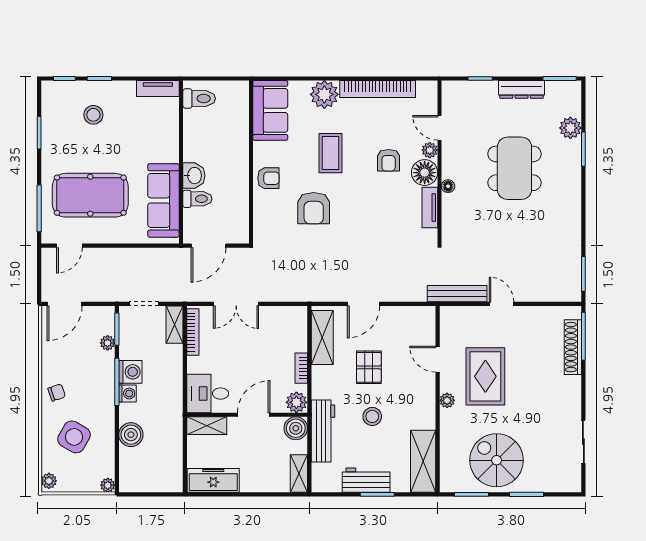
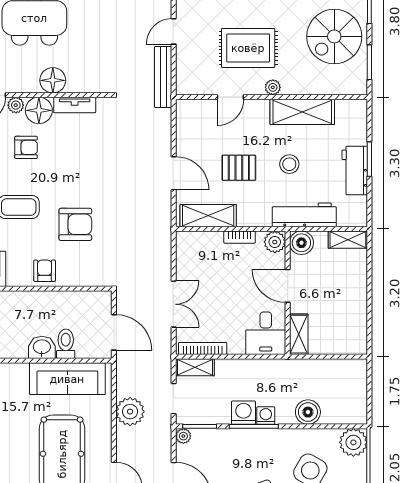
floor lamp: (448, 186) -> (53, 80), width x1.89, depth x1.89
plant: (131, 261) -> (130, 412), added
plant: (108, 343) -> (183, 436), moved
shelving: (423, 461) -> (302, 112), moved
freezer: (213, 480) -> (355, 327), removed
plant: (108, 485) -> (353, 442), width x1.88, depth x1.88

